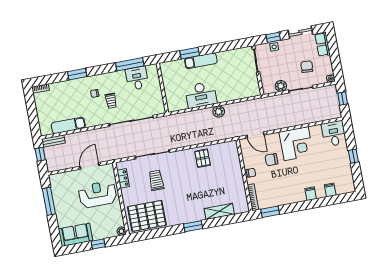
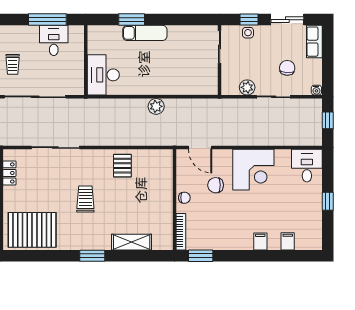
desk: (201, 95) -> (103, 75), moved, turned 90
trolley: (156, 180) -> (85, 199), moved

